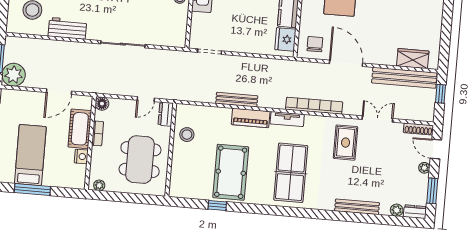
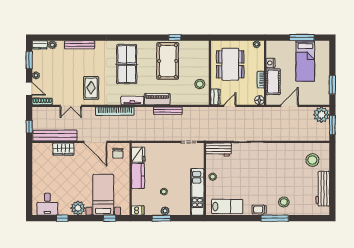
workbench: (67, 28) -> (219, 150), moved
wardrobe: (413, 59) -> (63, 149), moved

